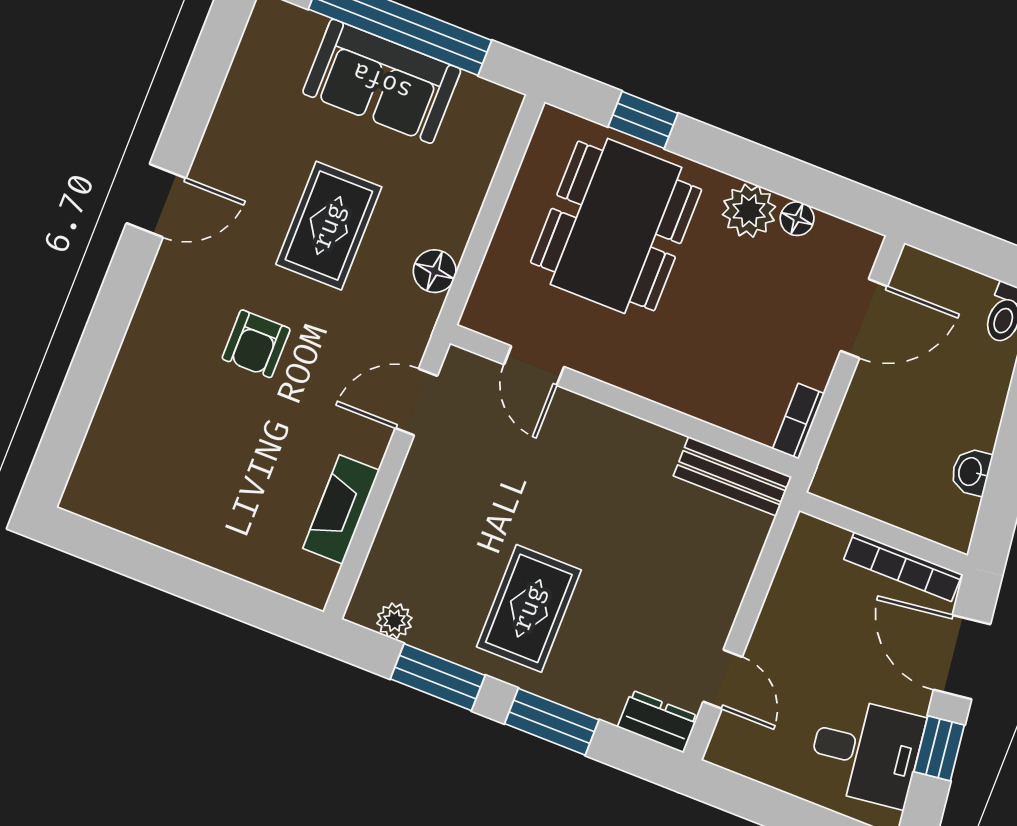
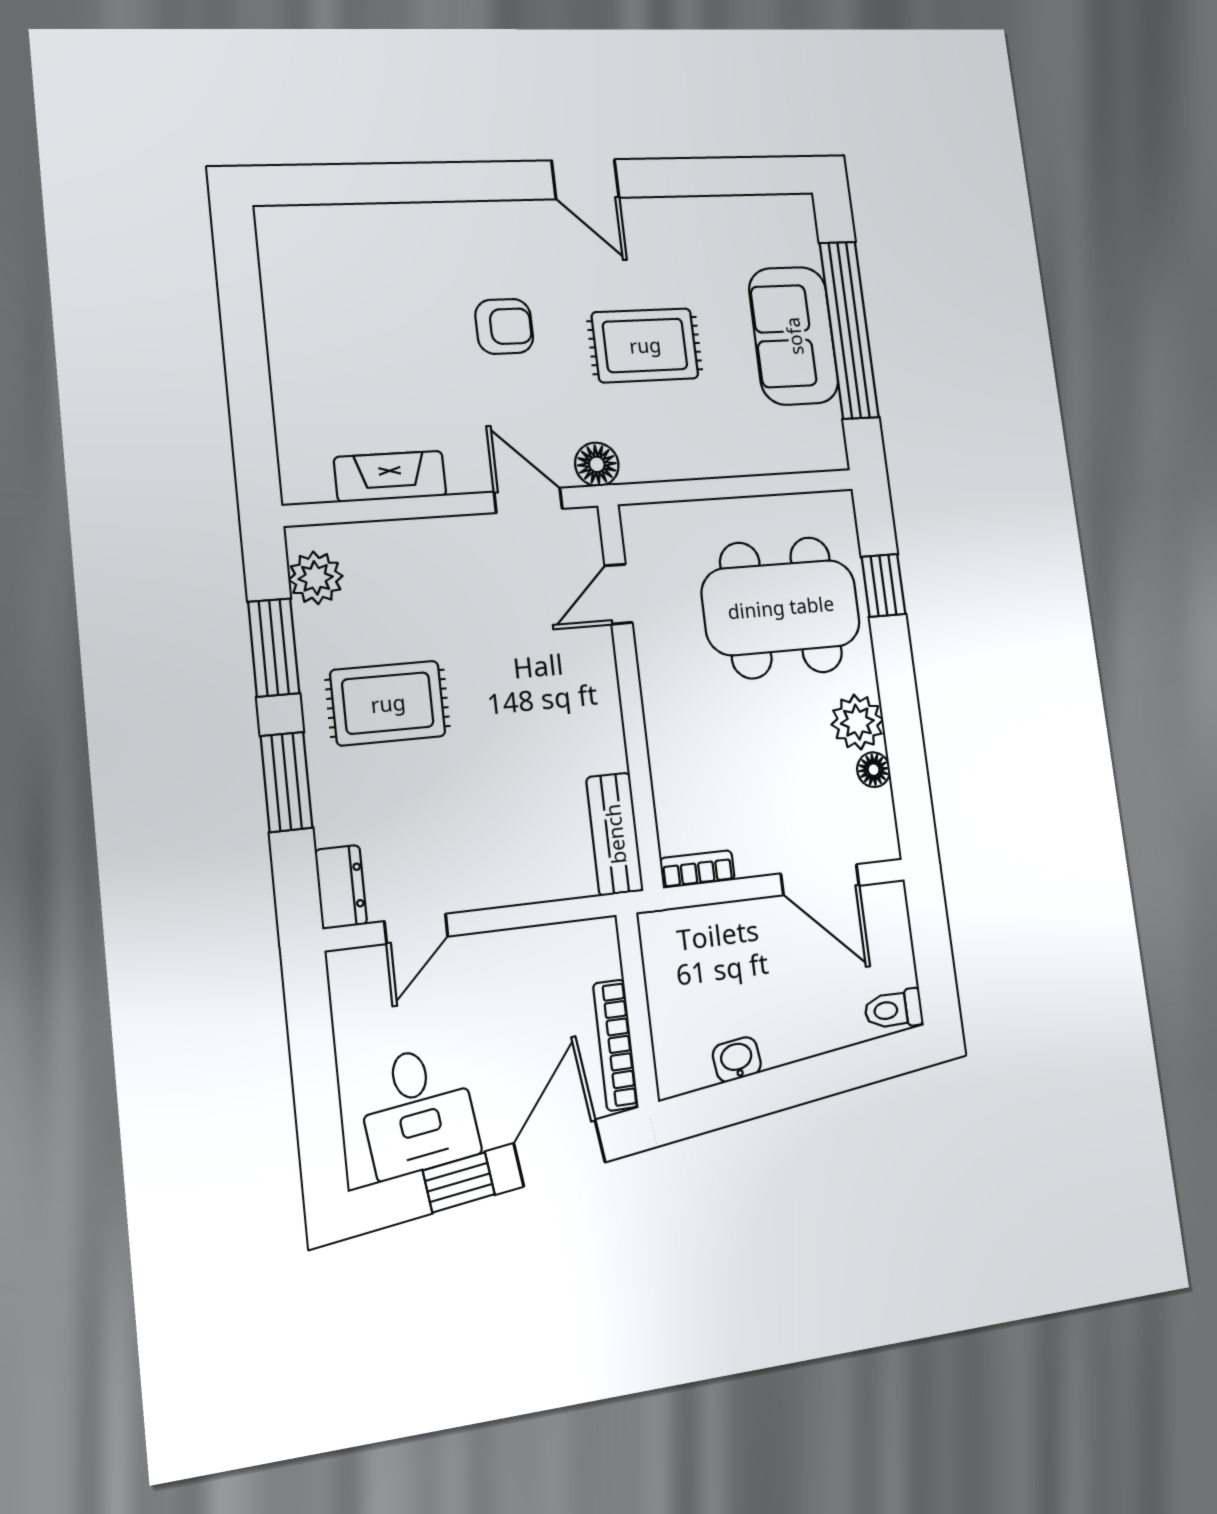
floor lamp: (435, 271) -> (597, 464), moved
armchair: (256, 344) -> (504, 326), turned 180
plant: (394, 621) -> (316, 578), width x1.38, depth x1.38

